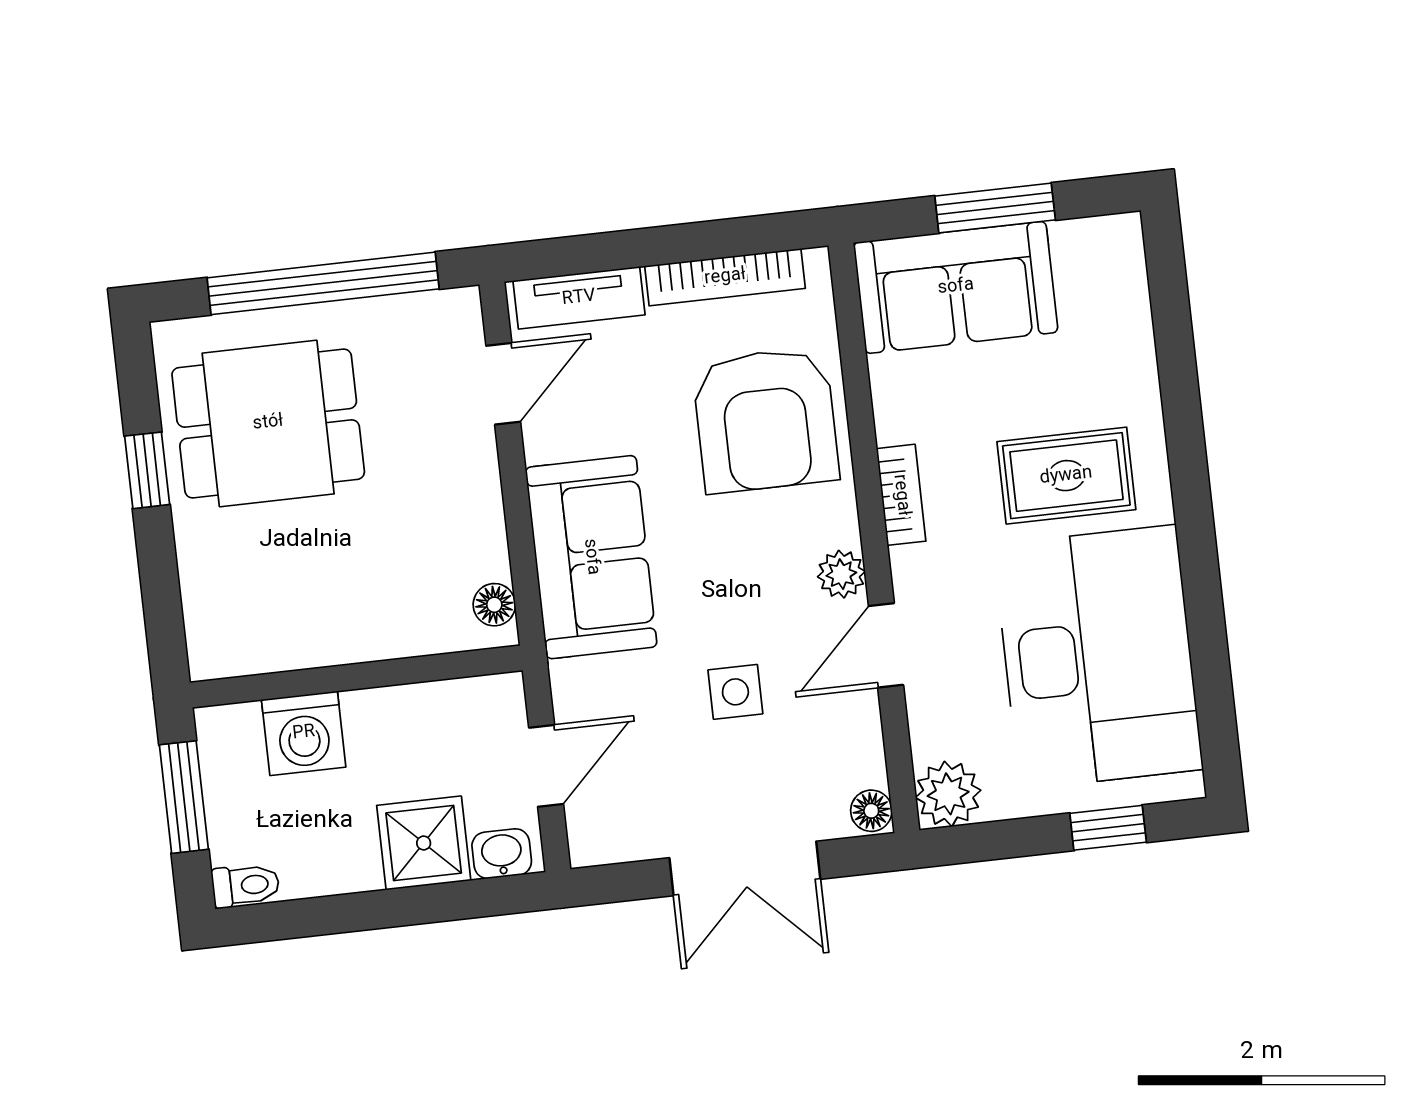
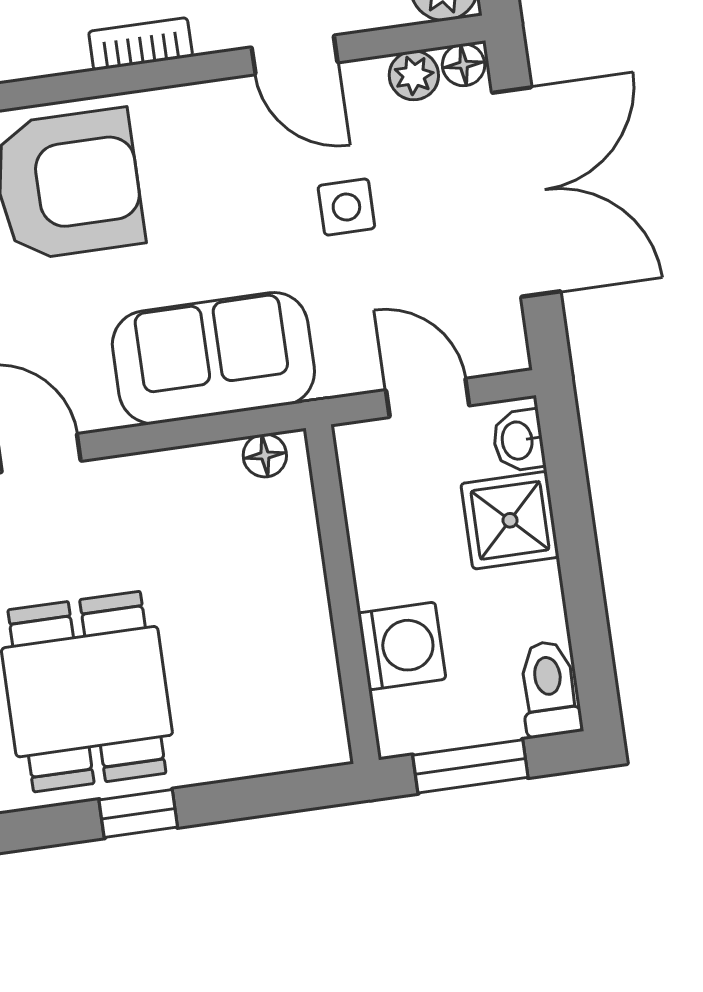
plant: (841, 574) -> (414, 75), moved
double door: (745, 868) -> (526, 192), width x1.37
toilet: (246, 885) -> (549, 689), width x1.37, depth x1.39

